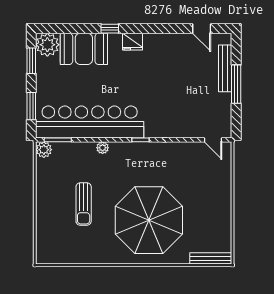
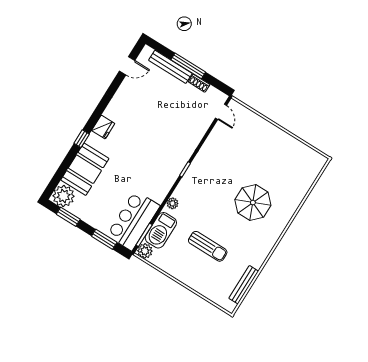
shoe rack: (227, 104) -> (199, 83), added
bar counter: (90, 122) -> (133, 221), width x0.54
door: (213, 140) -> (221, 112), hinge flipped
barbecue: (72, 152) -> (161, 230), added
parasol: (149, 220) -> (253, 203), width x0.54, depth x0.54
bench: (211, 258) -> (244, 285), moved

